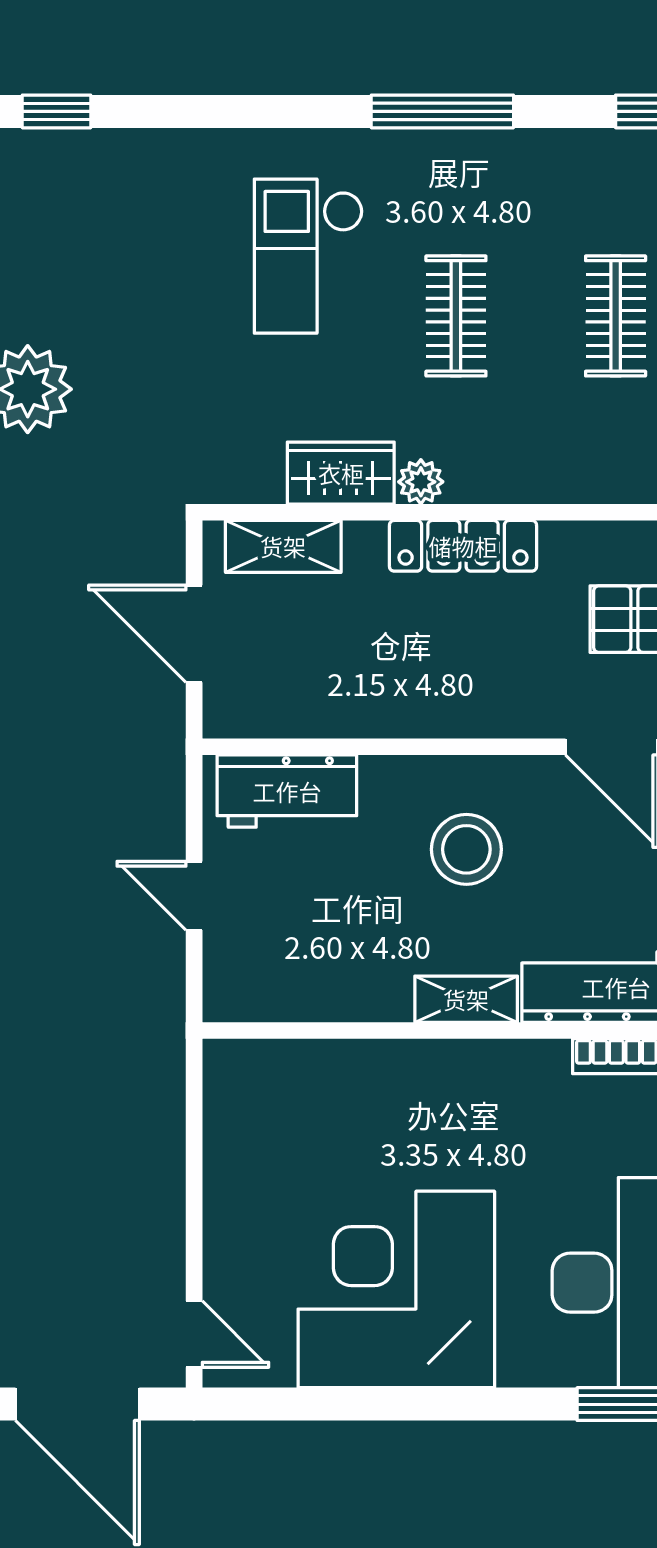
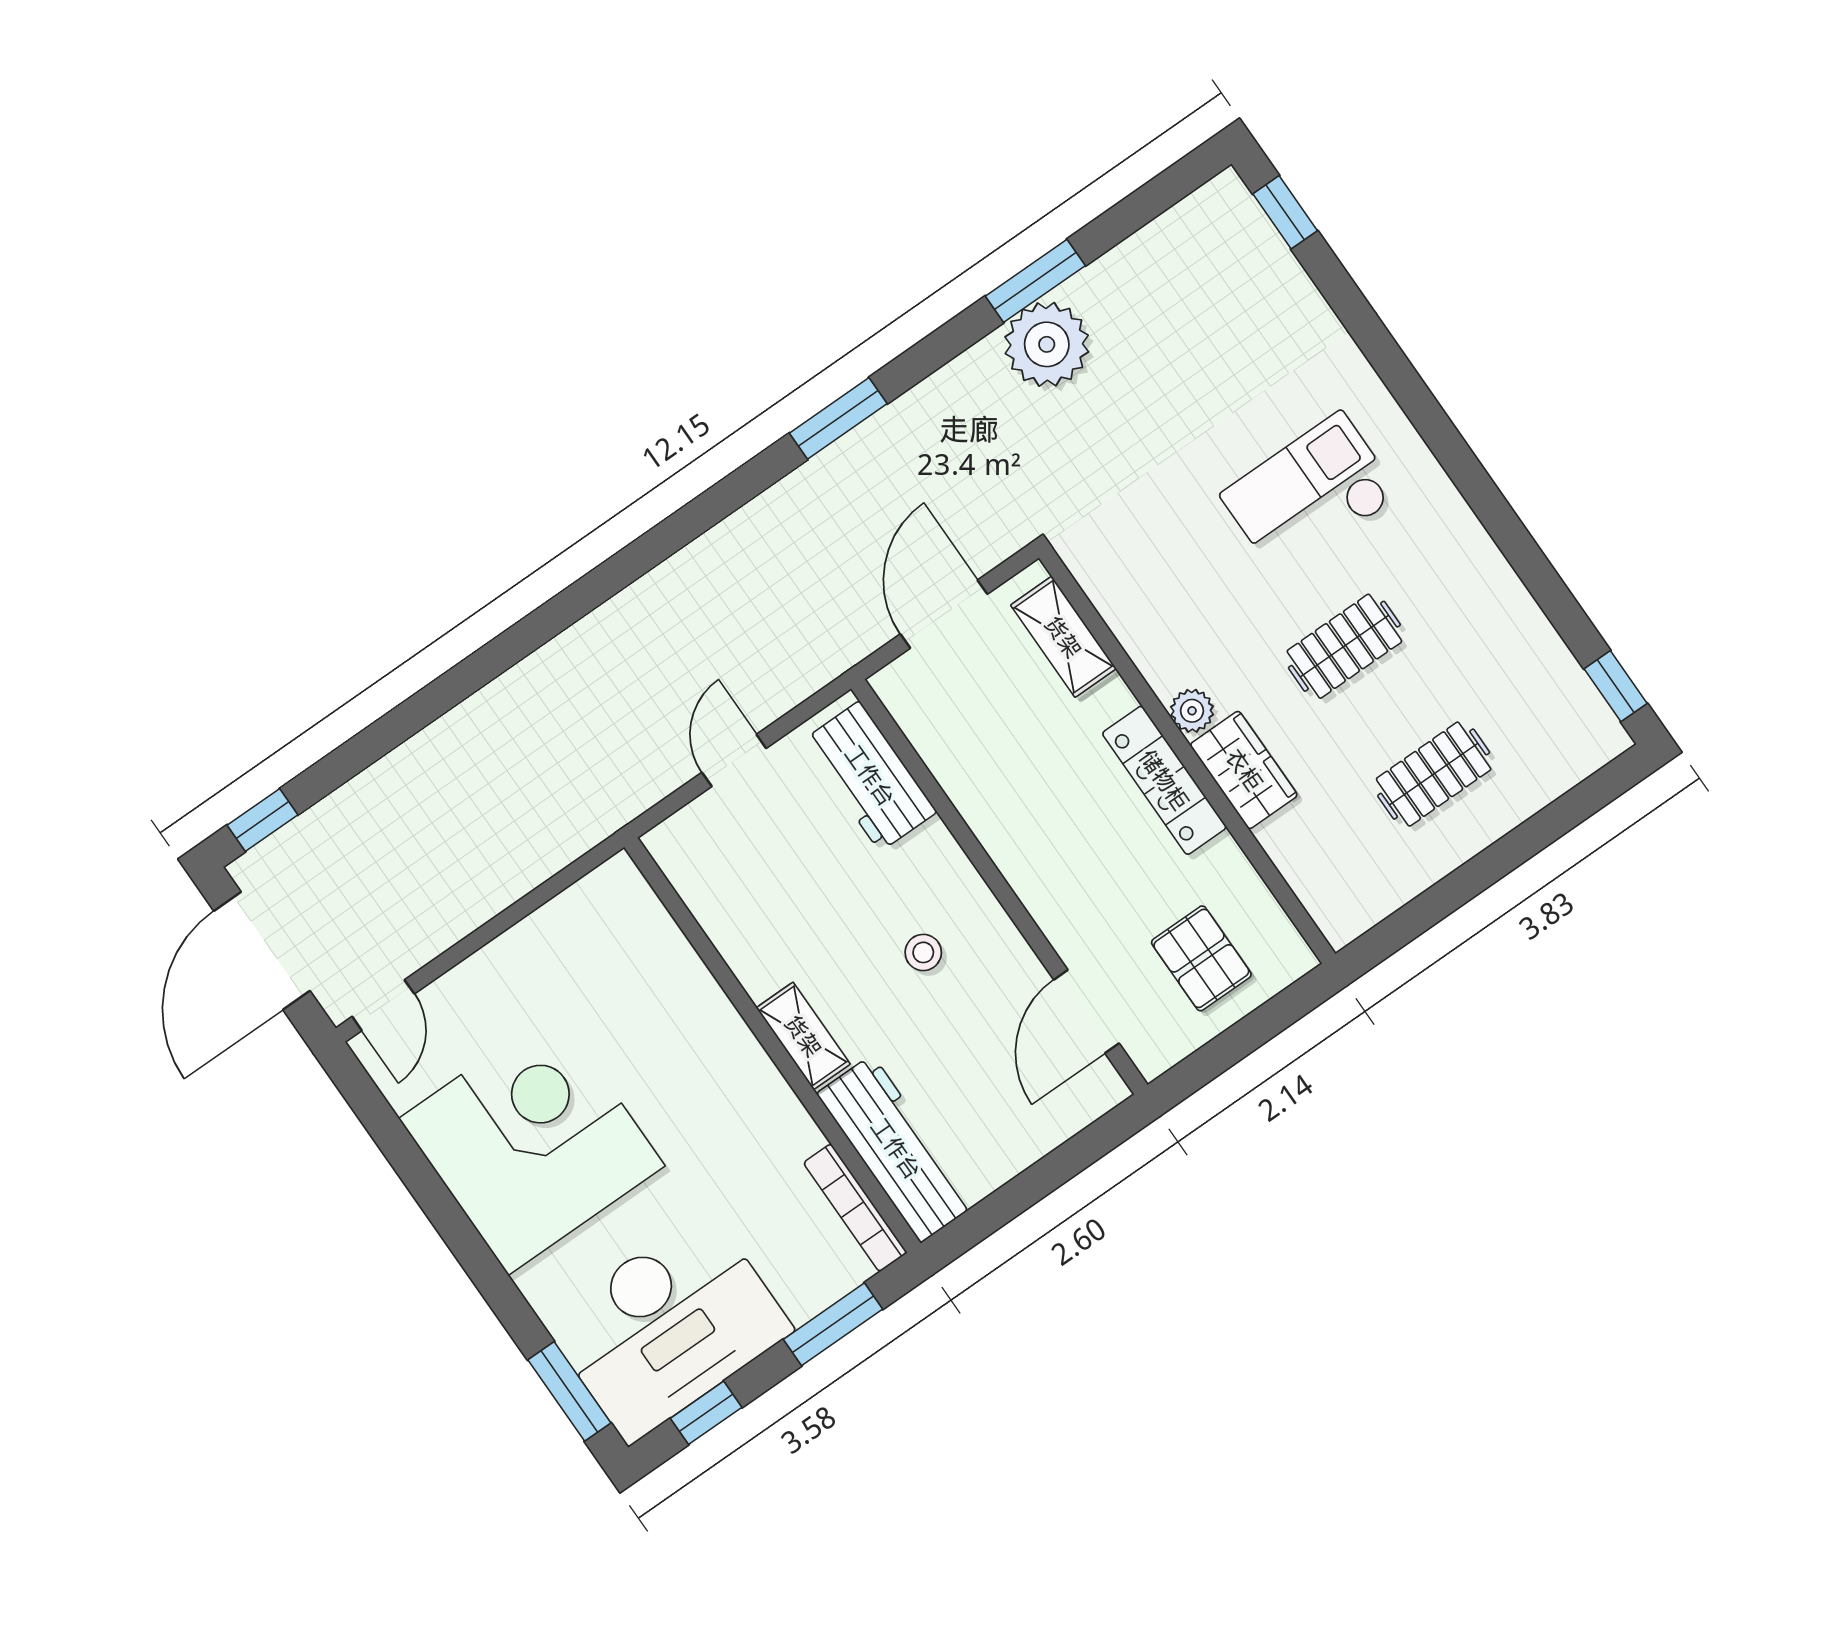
window: (442, 111) -> (1501, 521), removed
wardrobe: (341, 473) -> (1244, 770), moved
stool: (466, 849) -> (923, 952), width x0.53, depth x0.53

